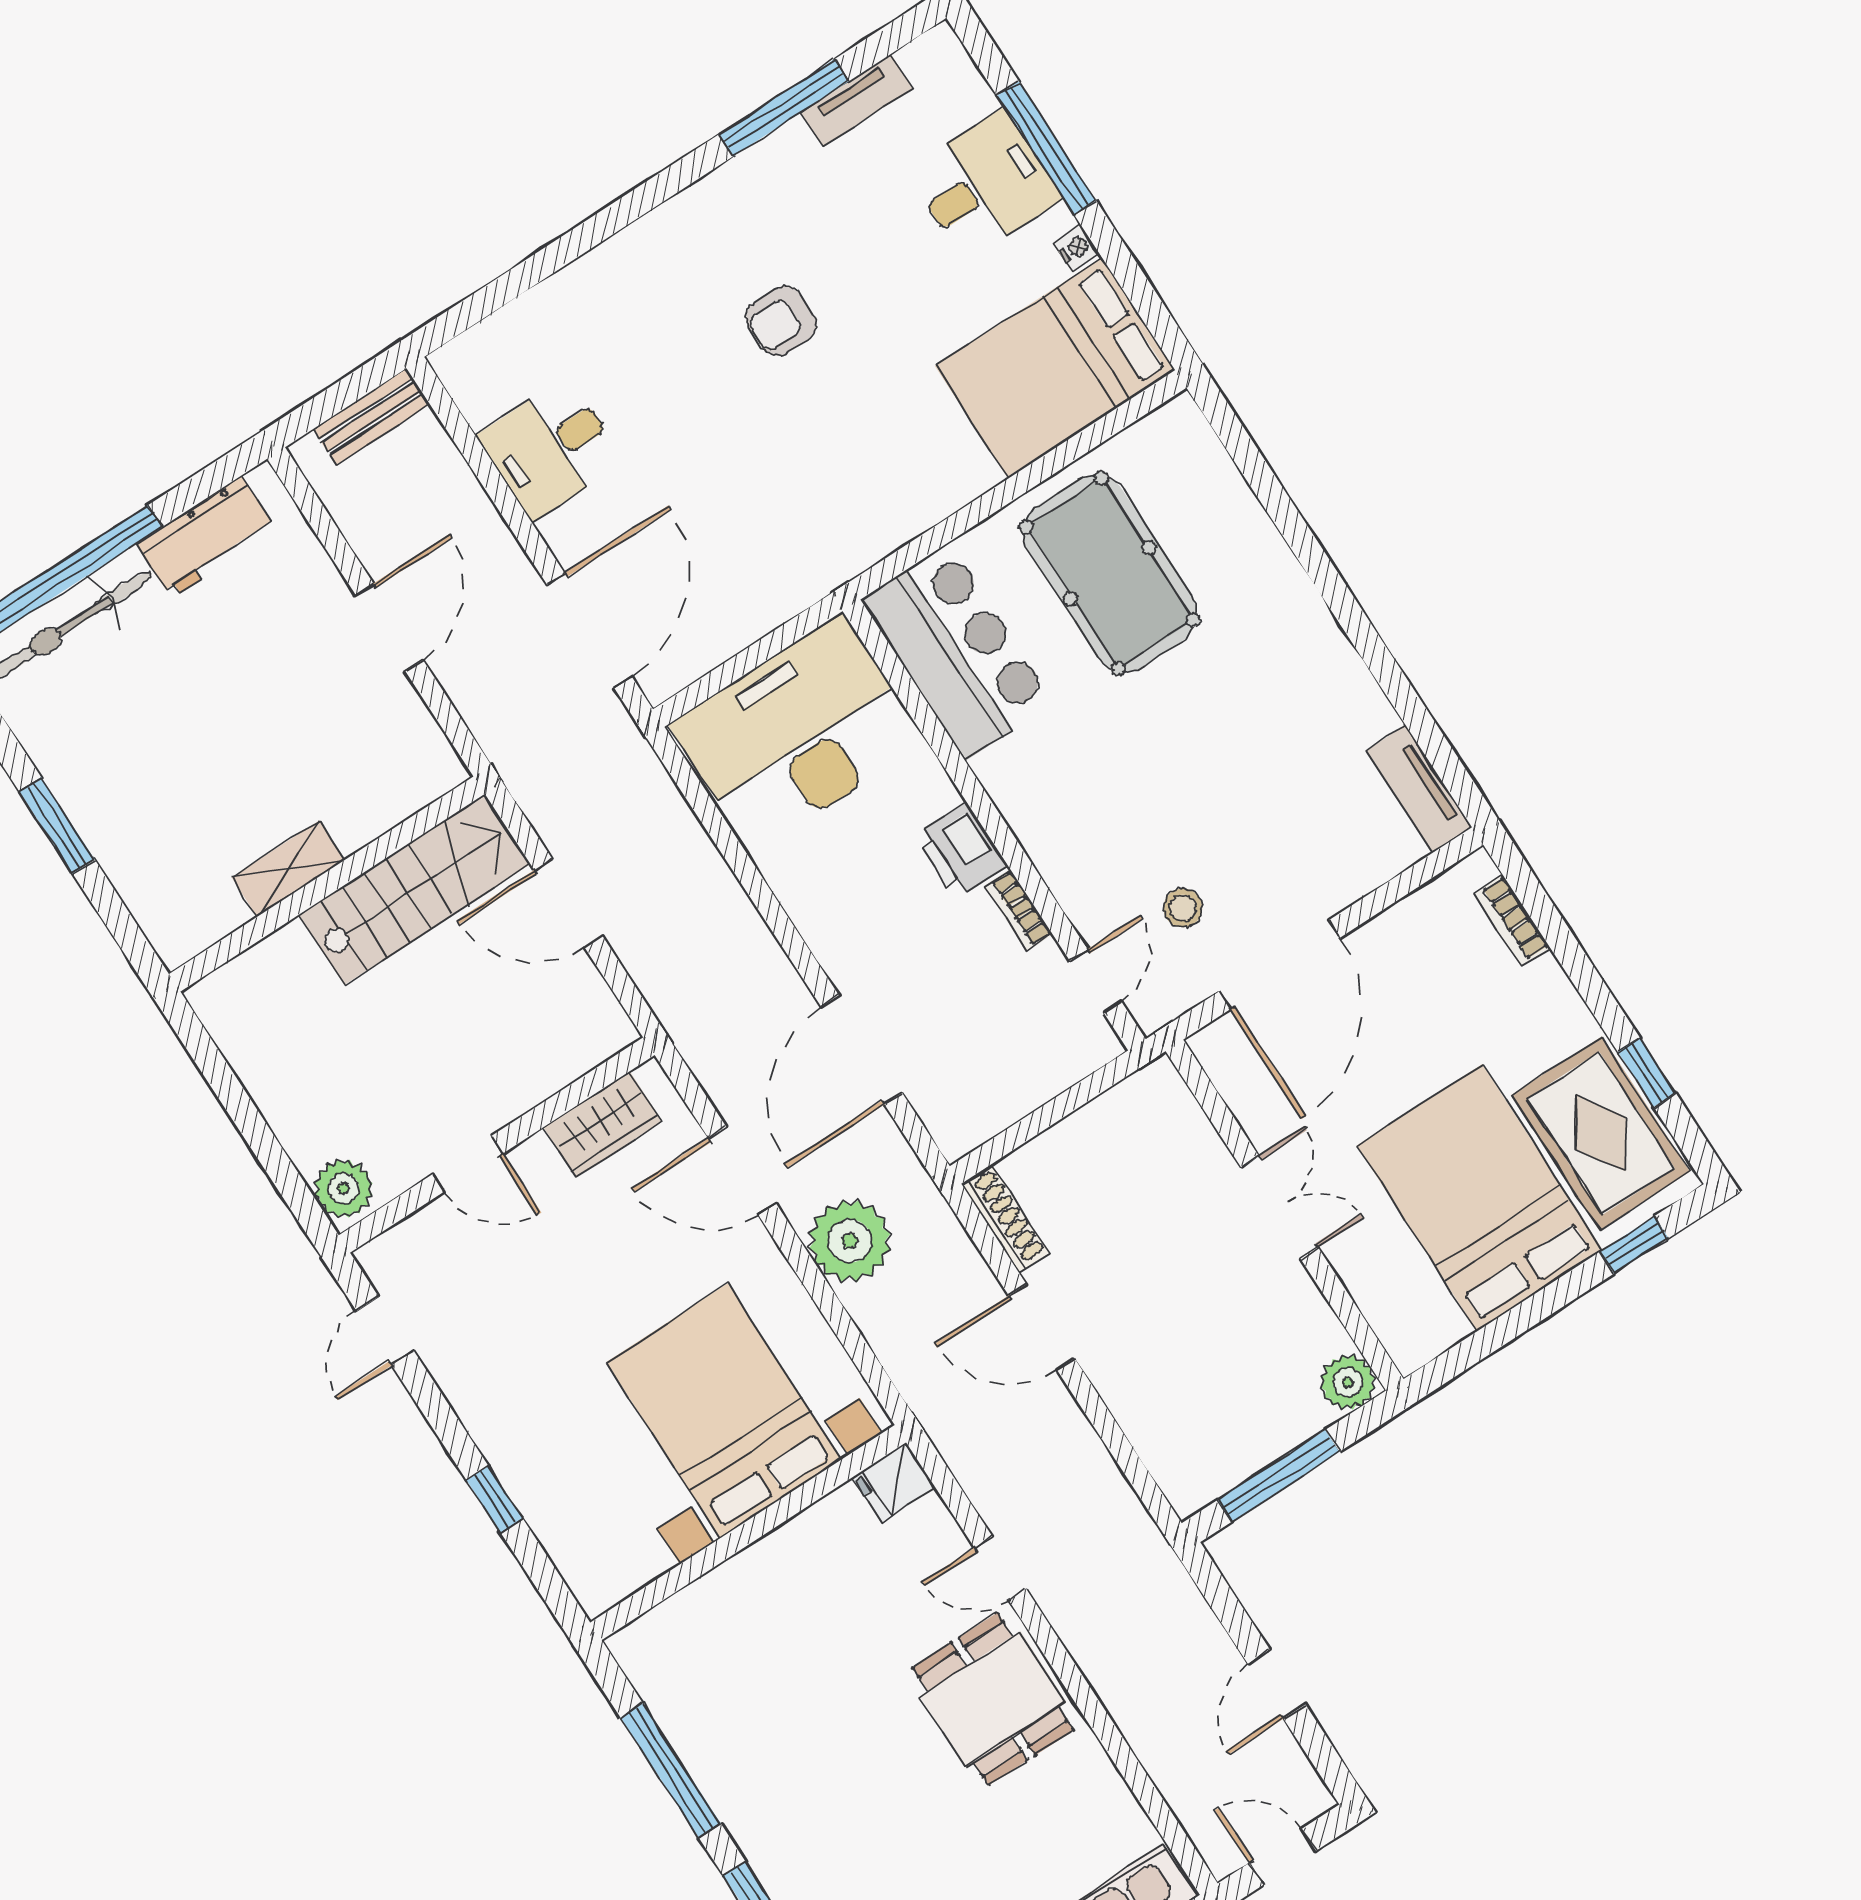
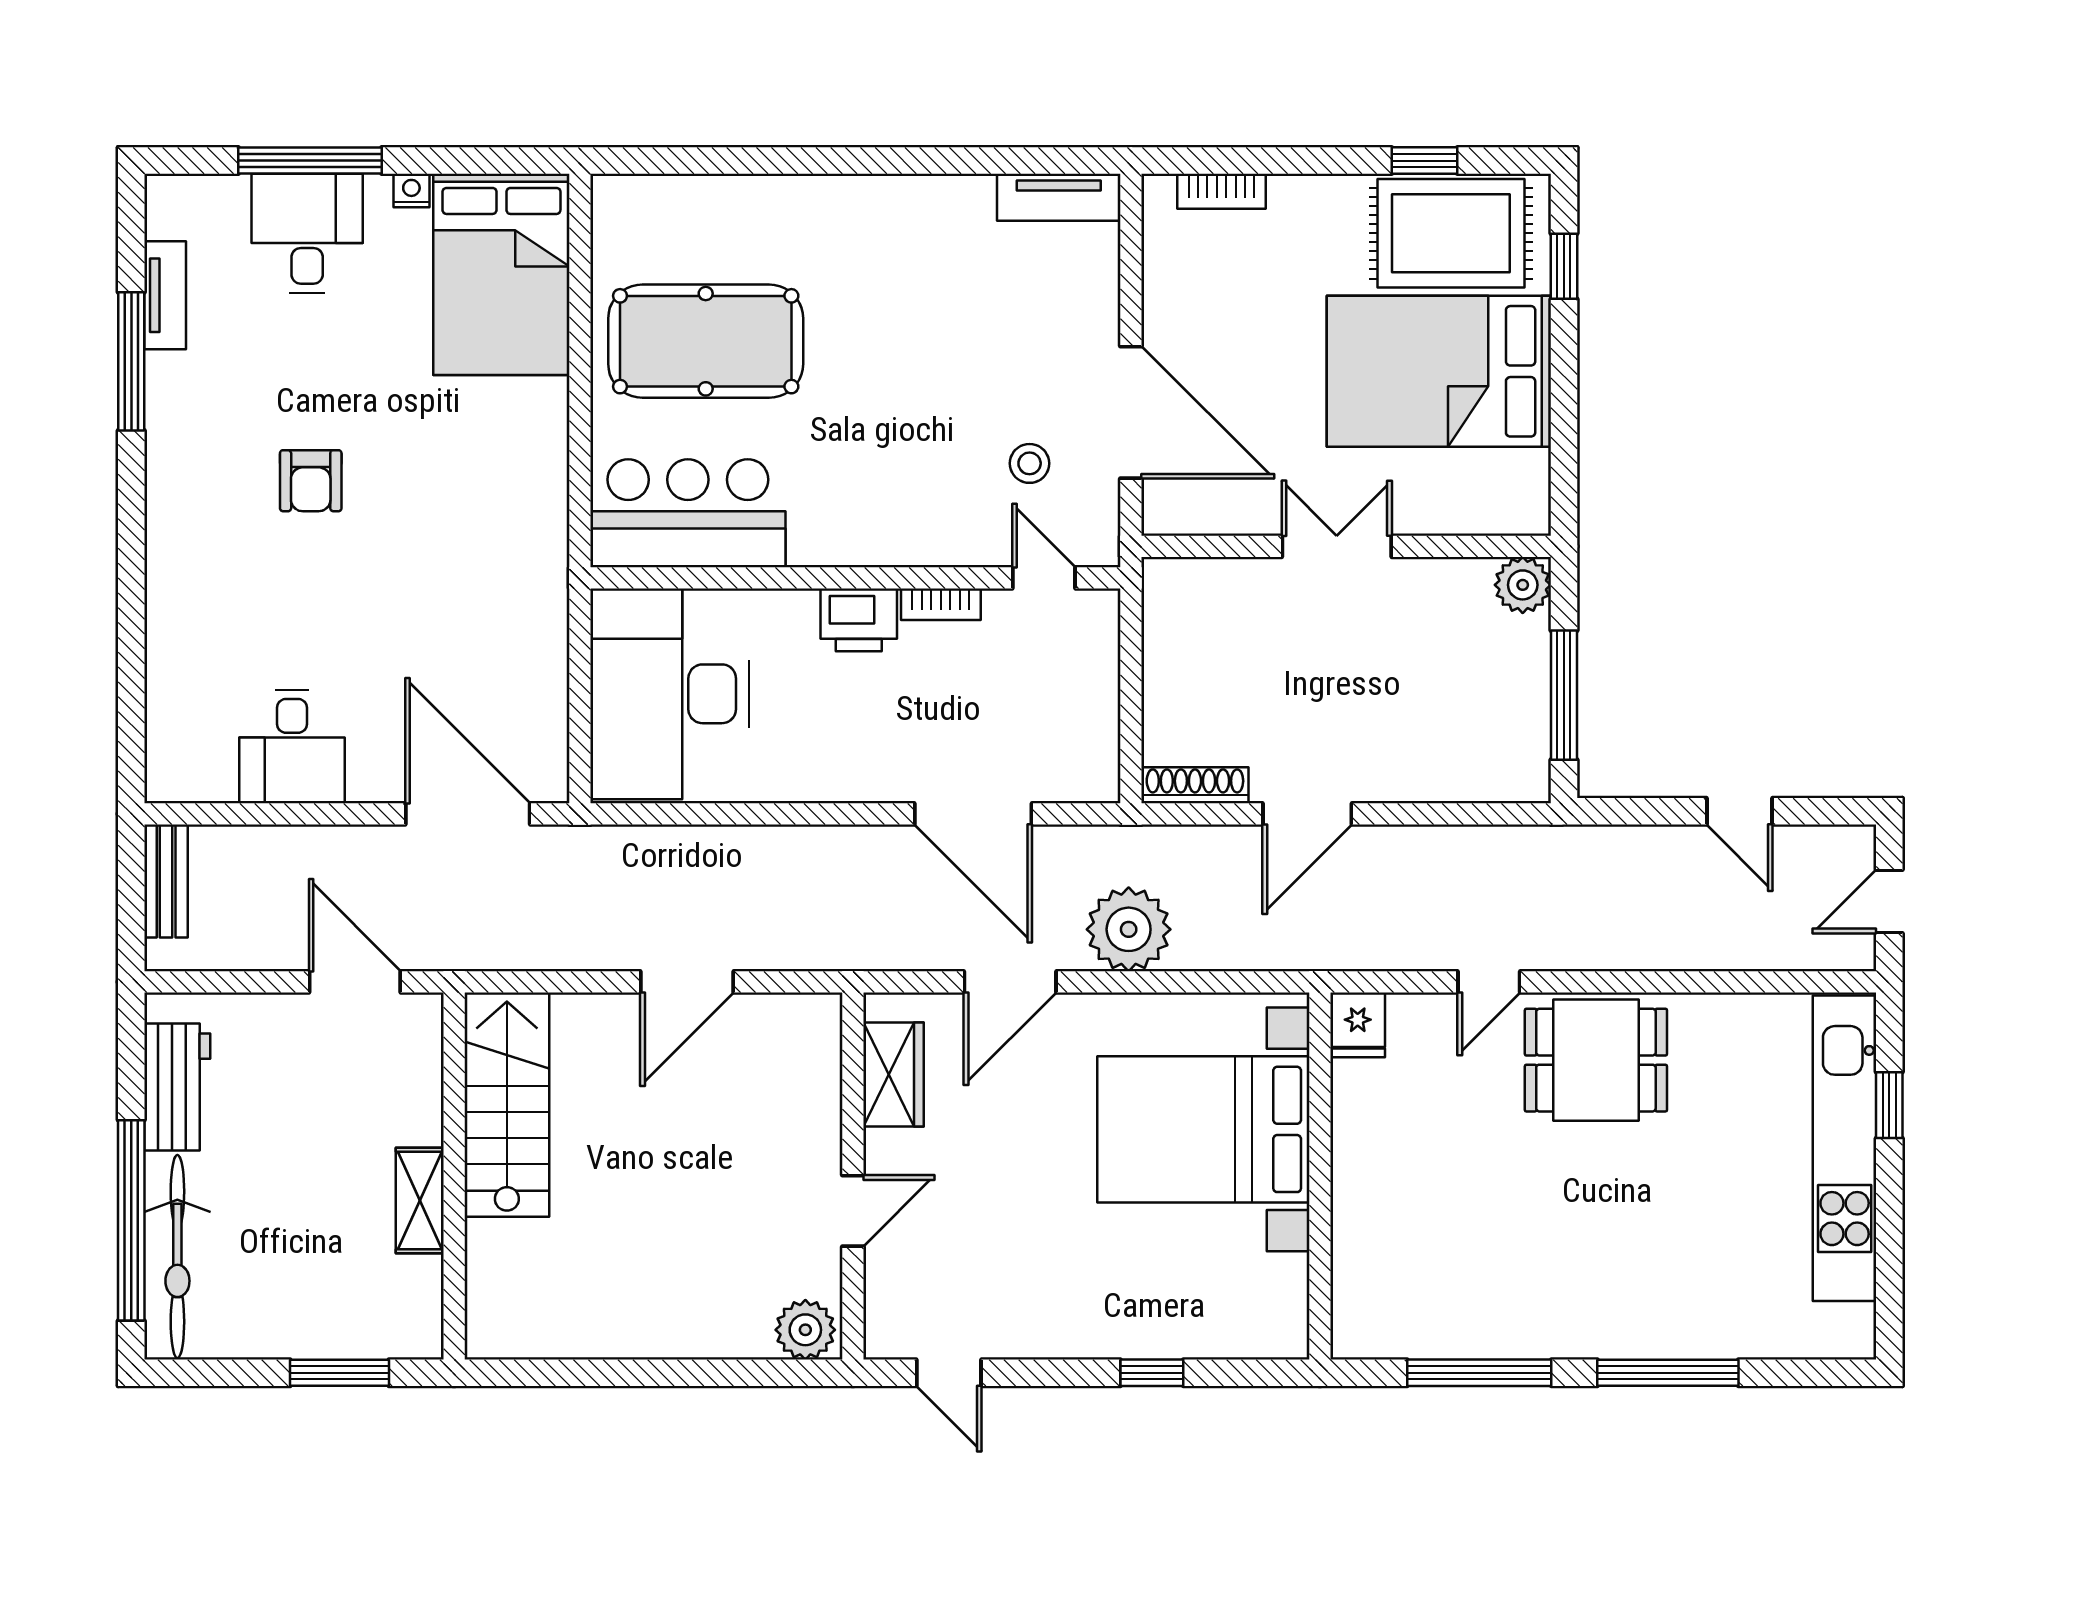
shelving: (288, 869) -> (420, 1200), moved
wall: (327, 884) -> (454, 1176), moved
stairs: (415, 889) -> (507, 1105), moved

